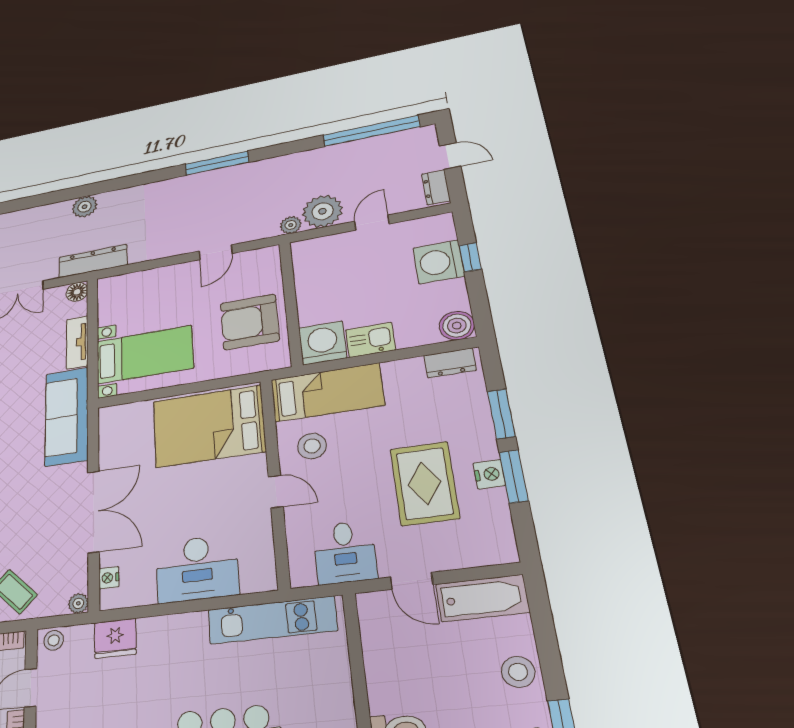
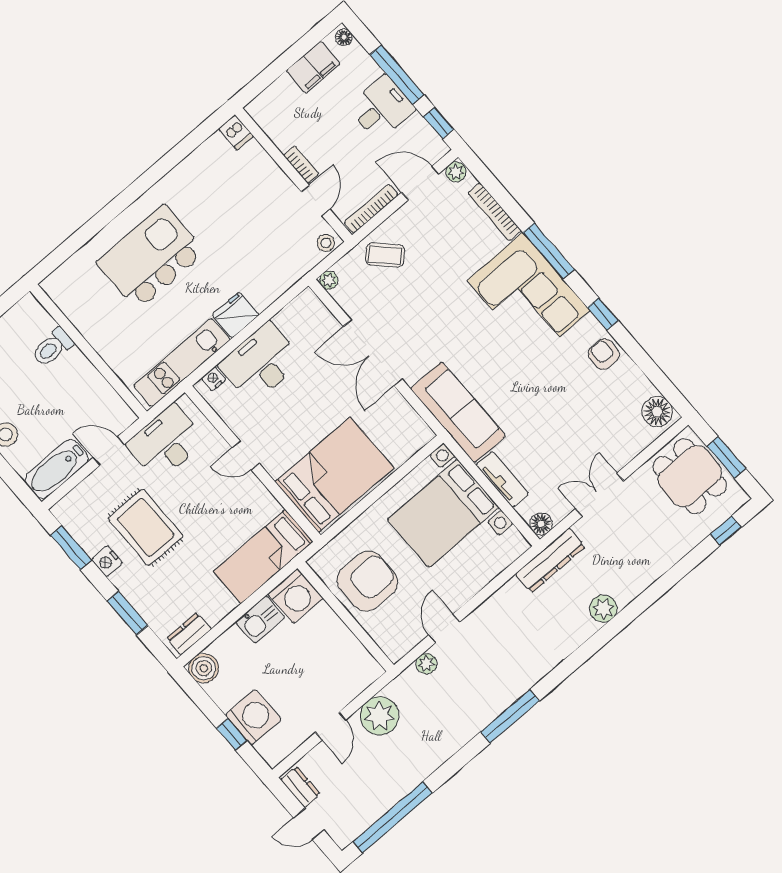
plant: (291, 225) -> (426, 664), moved
bed with nightstands: (145, 355) -> (443, 513), width x1.36
stool: (312, 446) -> (244, 507), removed
window: (514, 476) -> (71, 548), moved
desk: (345, 552) -> (166, 442), width x1.37
nightstand: (109, 578) -> (214, 379), moved, turned -90
fridge: (115, 638) -> (236, 315), moved

